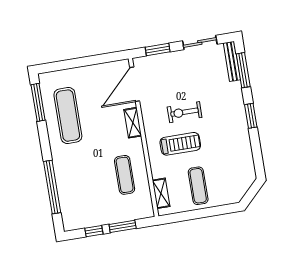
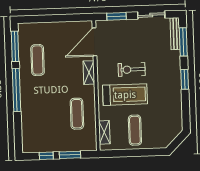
exercise mat: (68, 116) -> (38, 60), width x0.73, depth x0.69
treadmill: (180, 144) -> (125, 95), width x1.37, depth x1.38
window: (52, 187) -> (16, 90), moved

